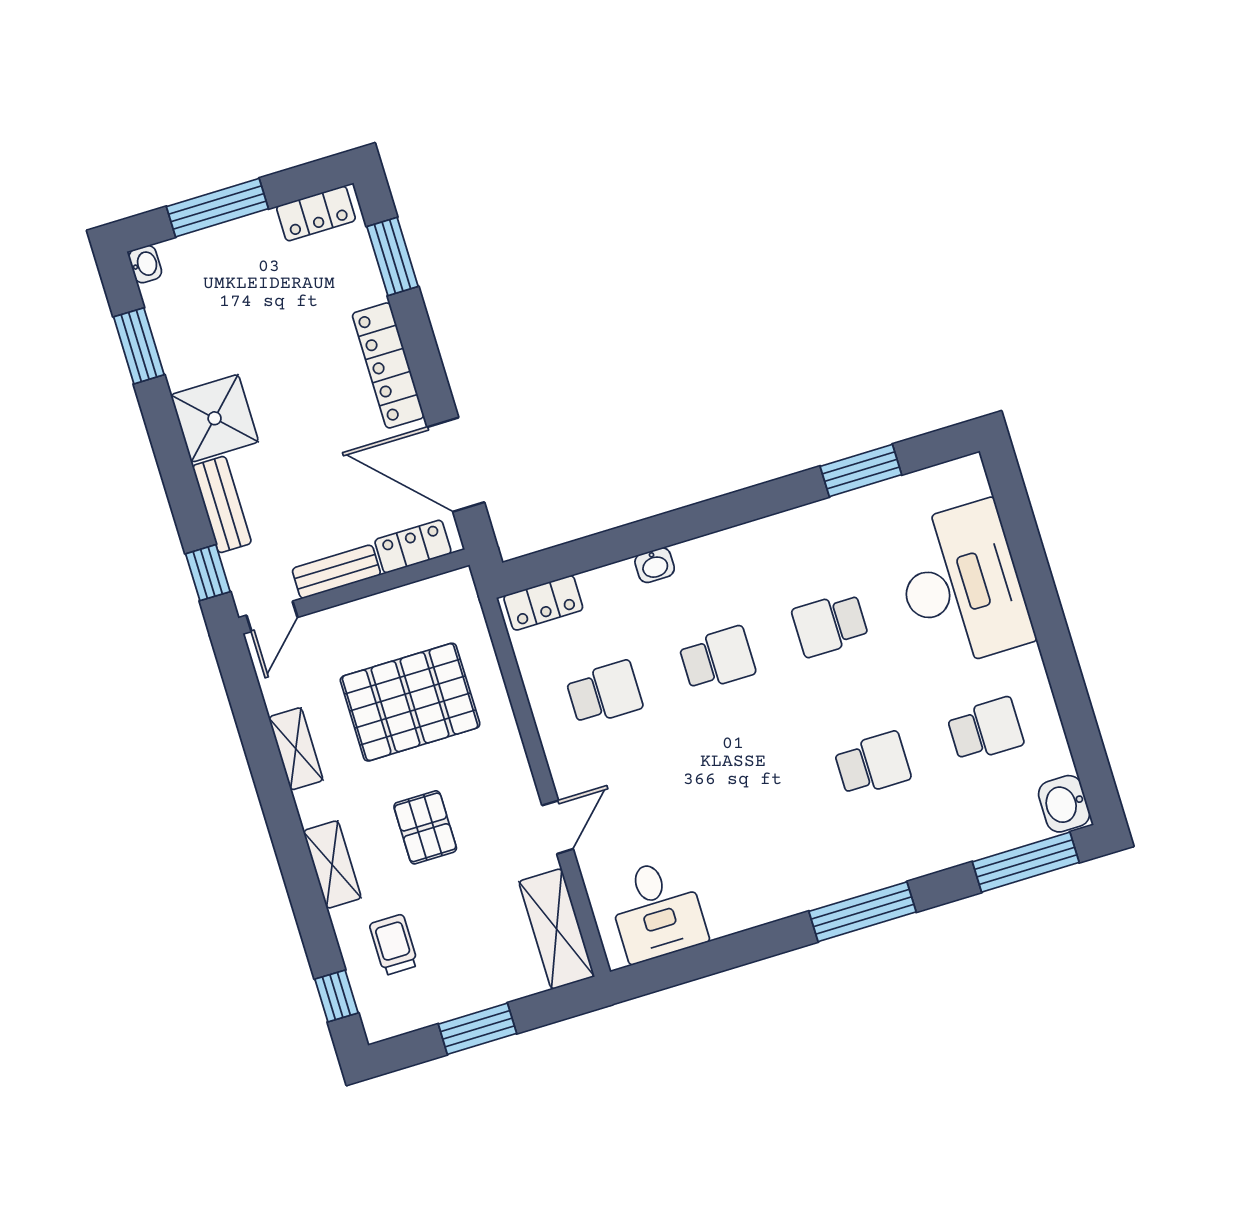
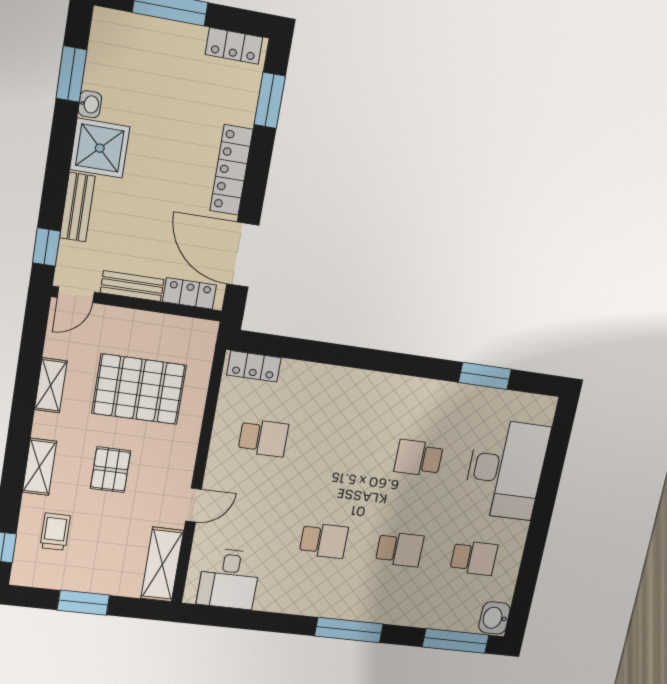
washbasin: (145, 264) -> (90, 104), moved
washbasin: (655, 565) -> (334, 375), removed
school desk: (717, 659) -> (324, 540), moved

